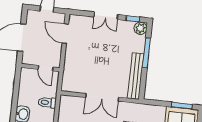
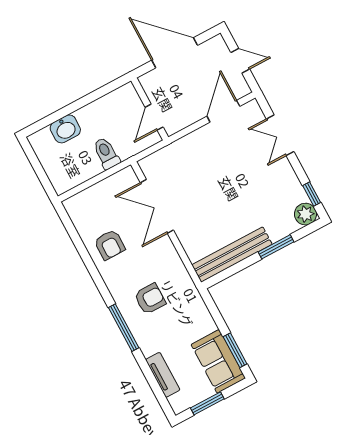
double door: (106, 16) -> (280, 135), moved
window: (146, 53) -> (276, 247), width x0.69
double door: (102, 97) -> (157, 206), moved

